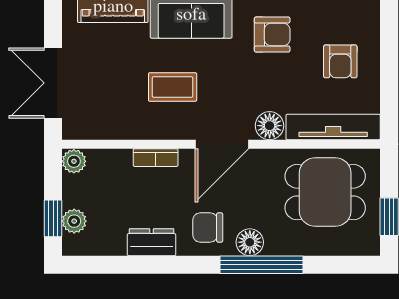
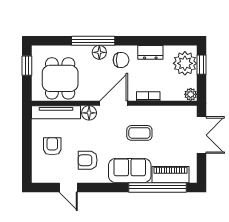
dining table: (325, 192) -> (60, 78), turned 90
plant: (74, 221) -> (185, 63), width x1.88, depth x1.88

